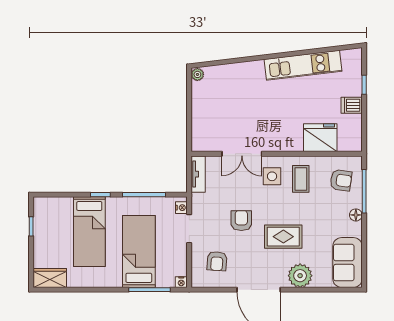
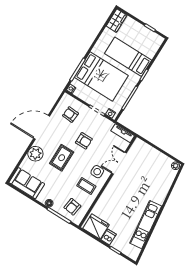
fridge: (320, 138) -> (96, 227), moved, turned -90
bed: (139, 251) -> (101, 76), width x1.50

